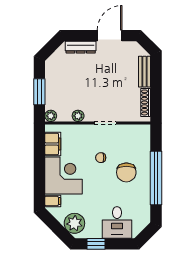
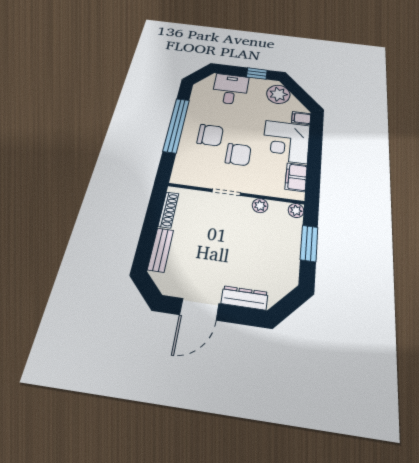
chair: (101, 158) -> (238, 154), width x1.87, depth x1.87
chair: (126, 172) -> (210, 135), turned 90

